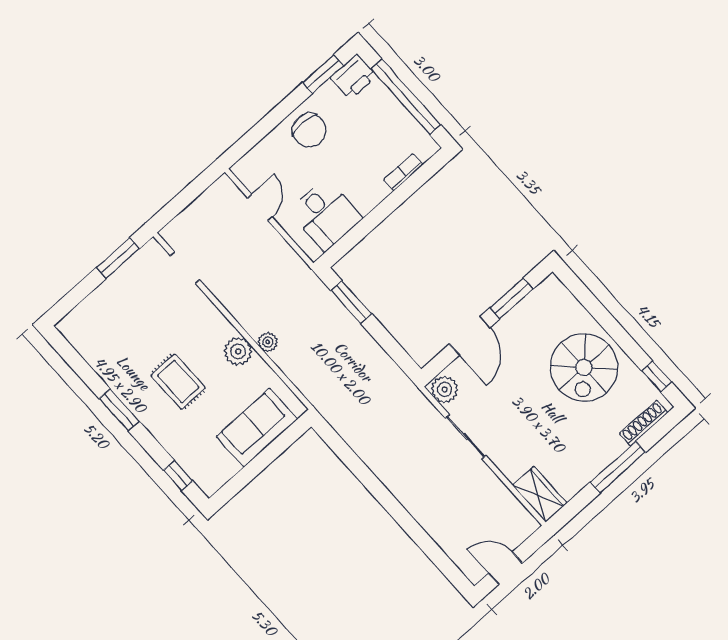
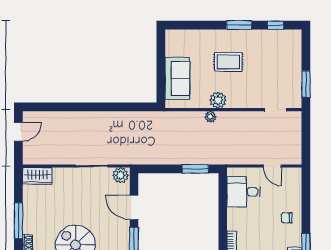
chair: (309, 130) -> (287, 218), width x0.54, depth x0.54
window: (178, 476) -> (275, 25), moved

